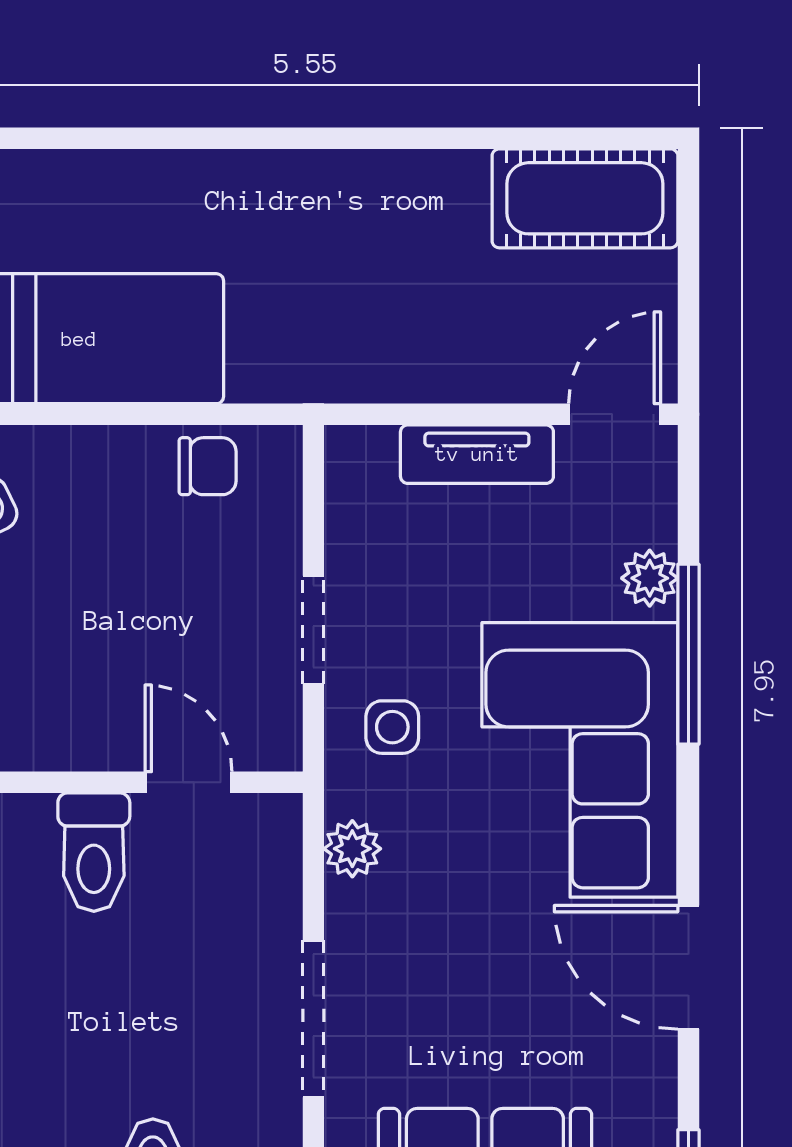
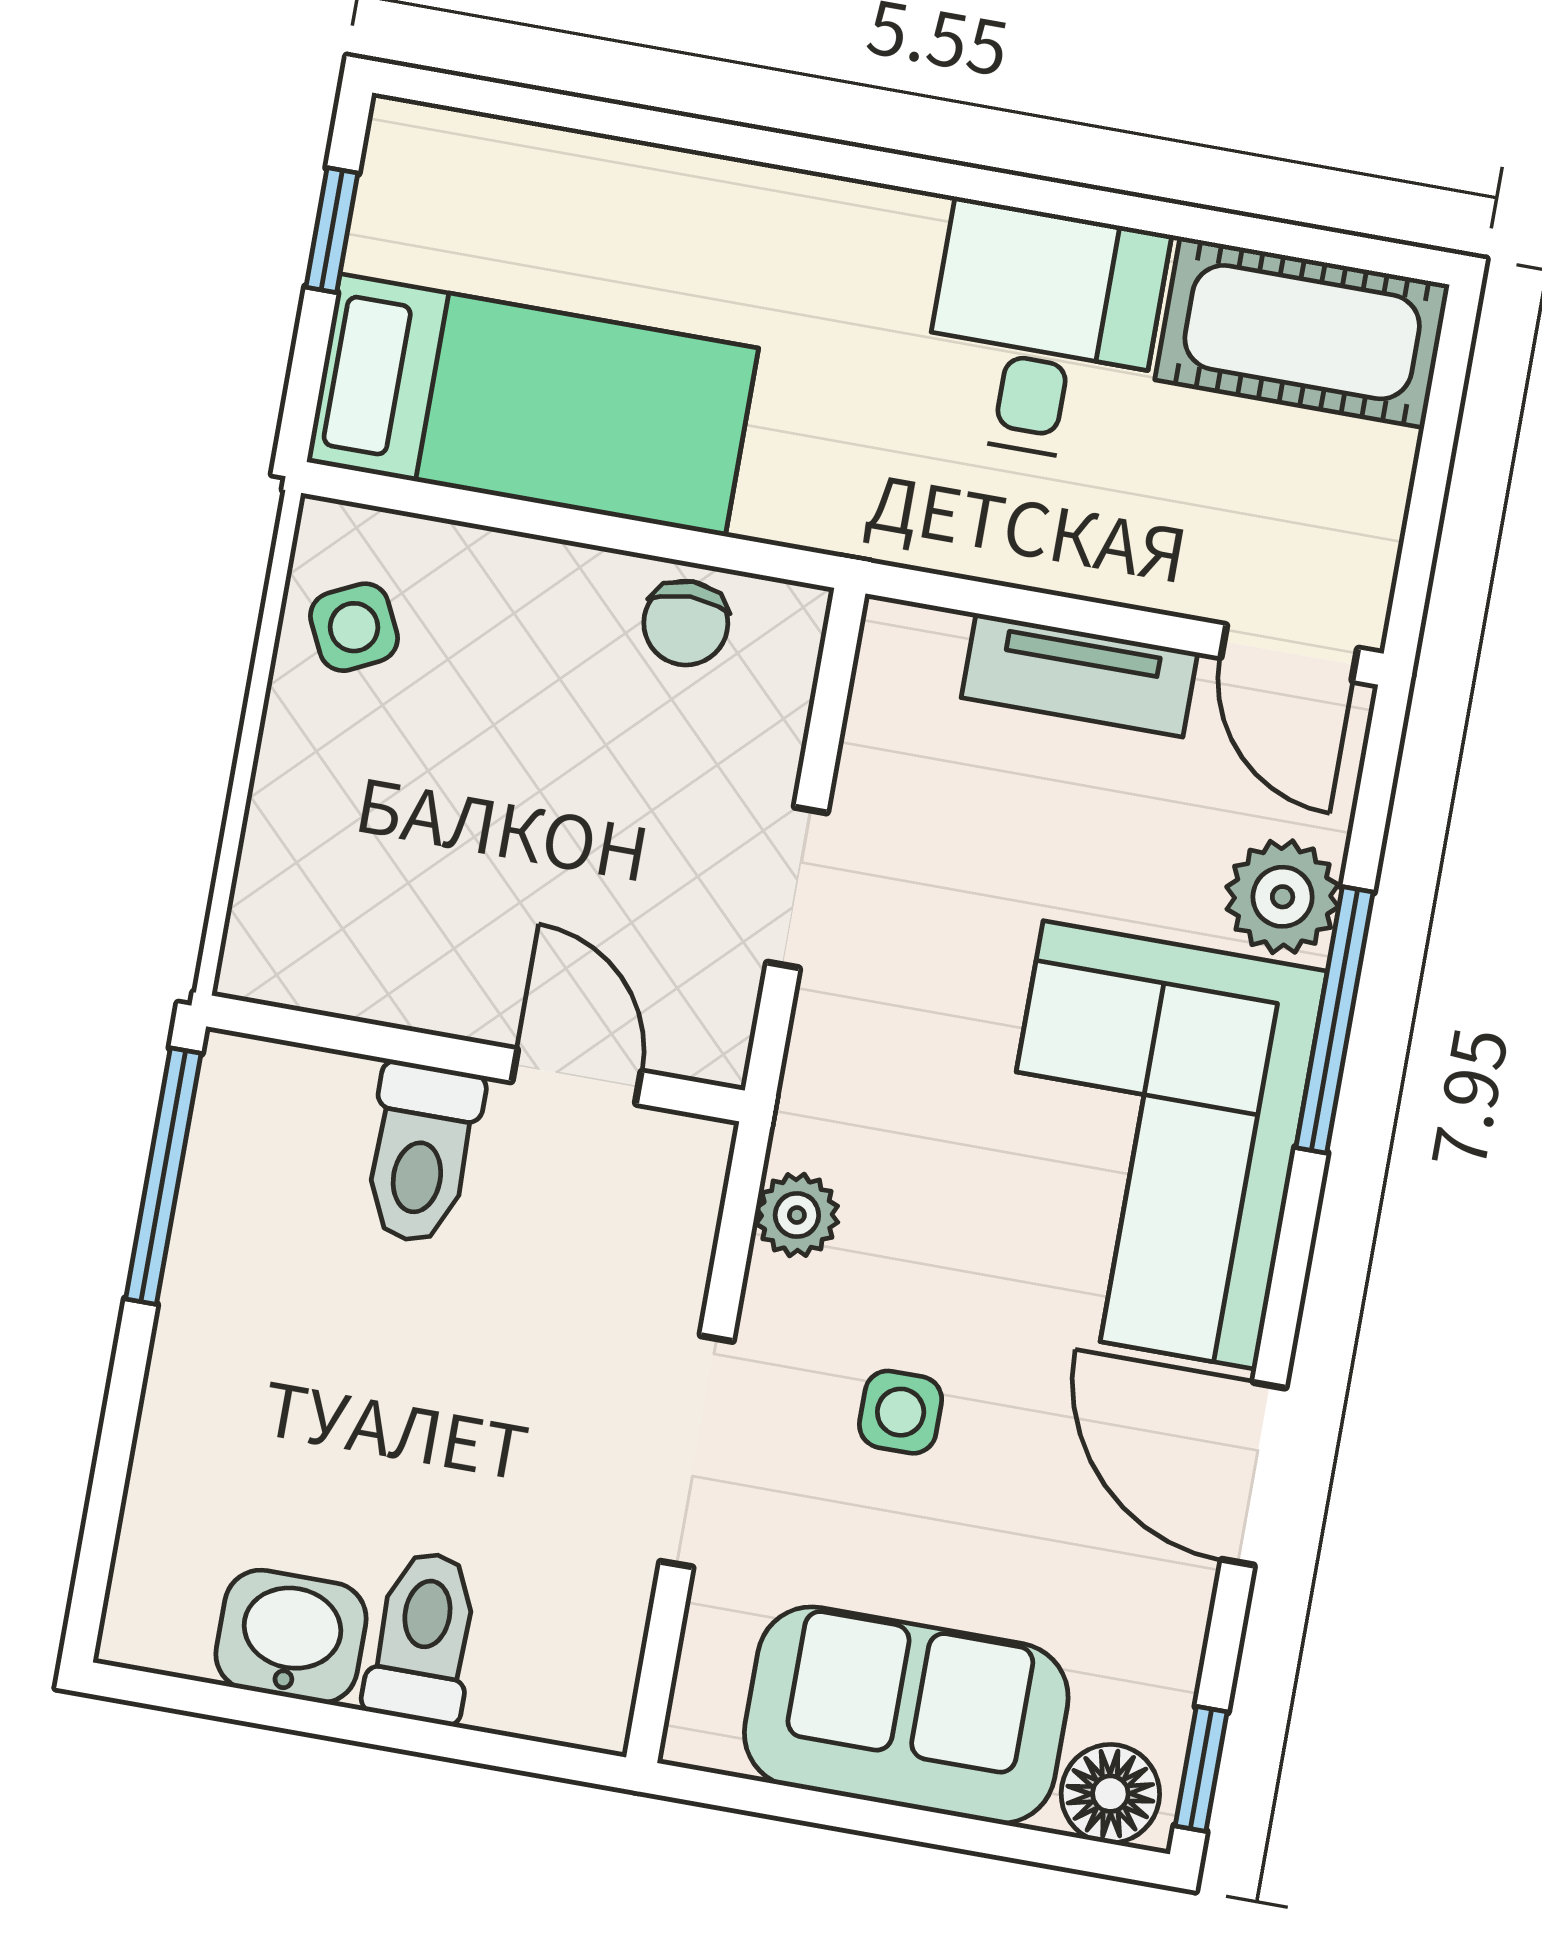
desk: (412, 230) -> (1043, 333), added
door: (615, 414) -> (1289, 653), swing flipped
chair: (208, 466) -> (686, 623), turned 90
plant: (650, 578) -> (1283, 897), width x1.38, depth x1.38
side table: (392, 727) -> (901, 1412), moved

